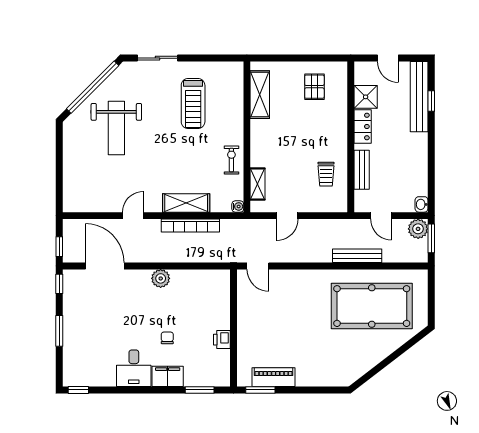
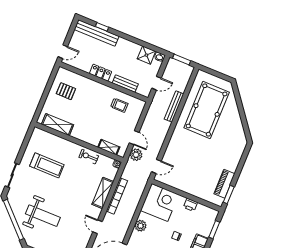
door: (388, 58) -> (63, 52), moved
shower: (366, 97) -> (146, 55), moved
plant: (418, 229) -> (136, 155), moved
corner desk: (207, 293) -> (160, 203), added

